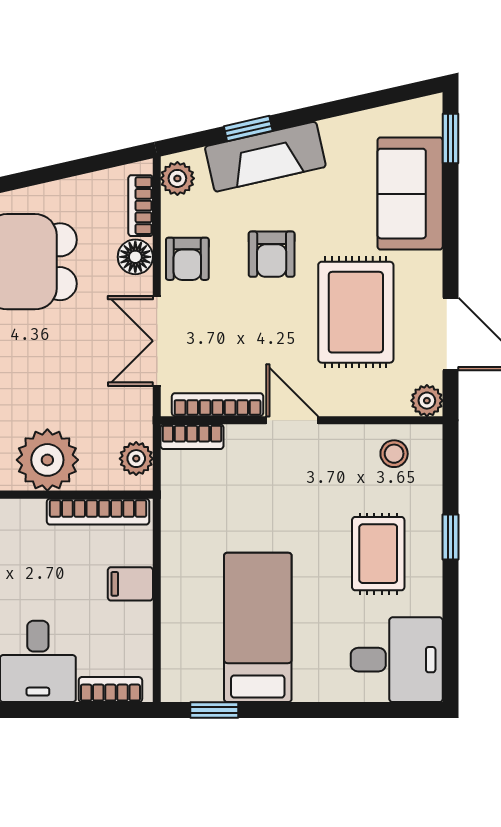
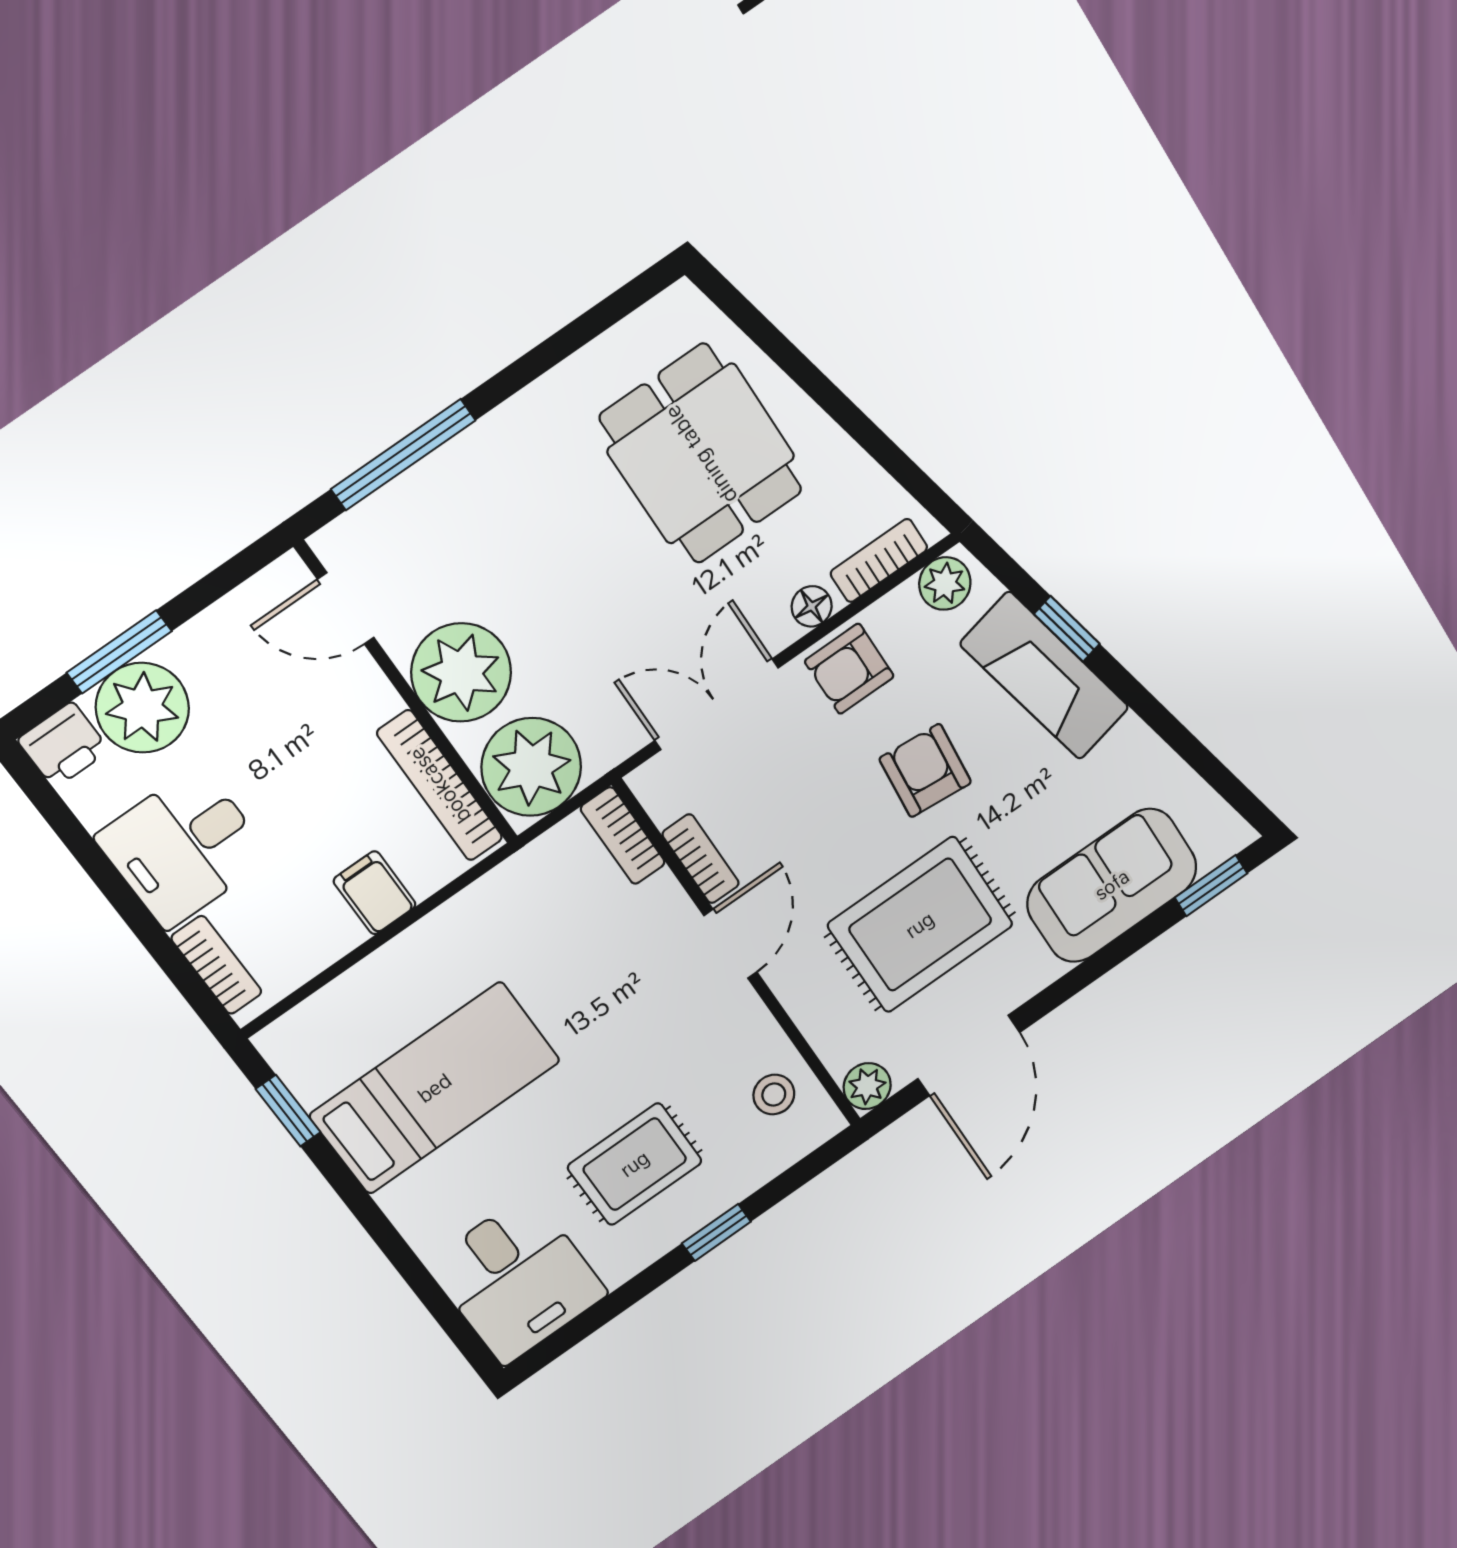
armchair: (272, 254) -> (925, 771), turned 95
floor lamp: (135, 257) -> (812, 606), width x0.73, depth x0.73
bookcase: (218, 405) -> (701, 859), width x0.64
plant: (136, 459) -> (531, 767), width x1.88, depth x1.88

